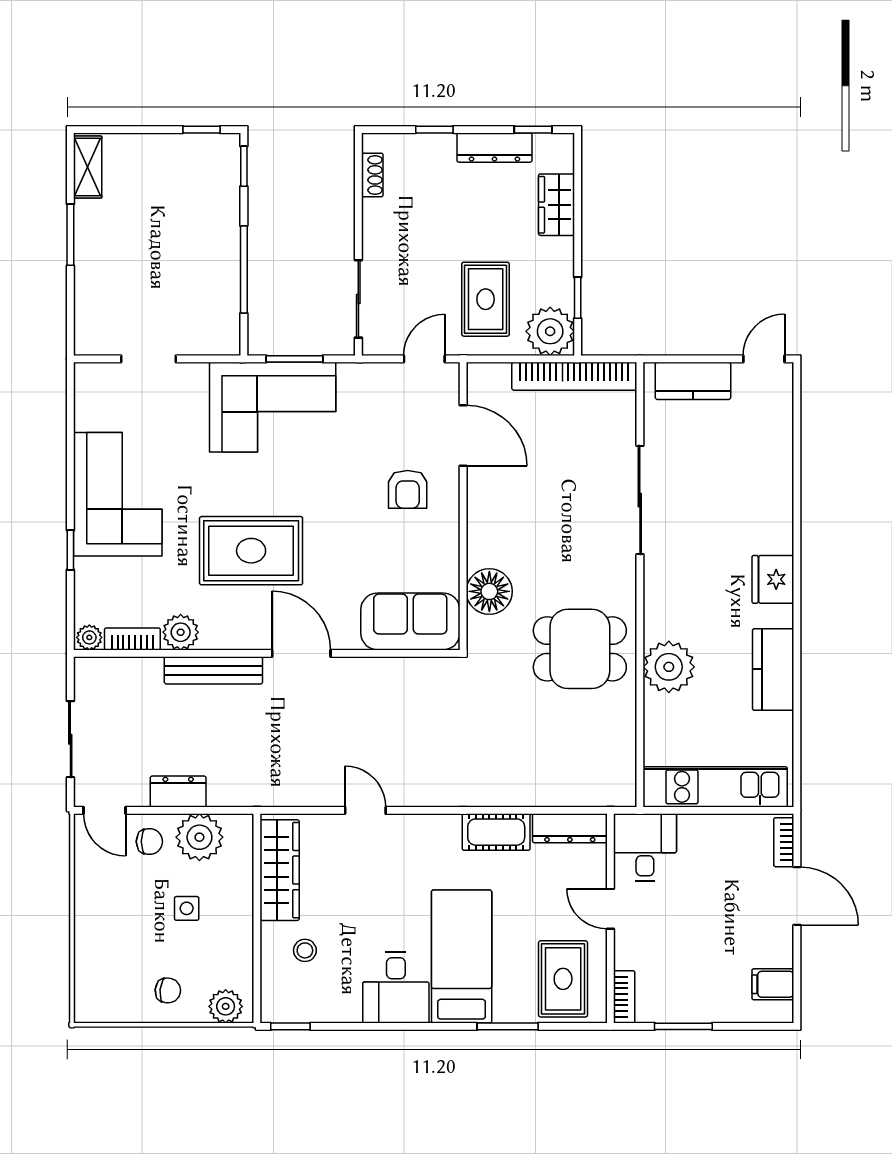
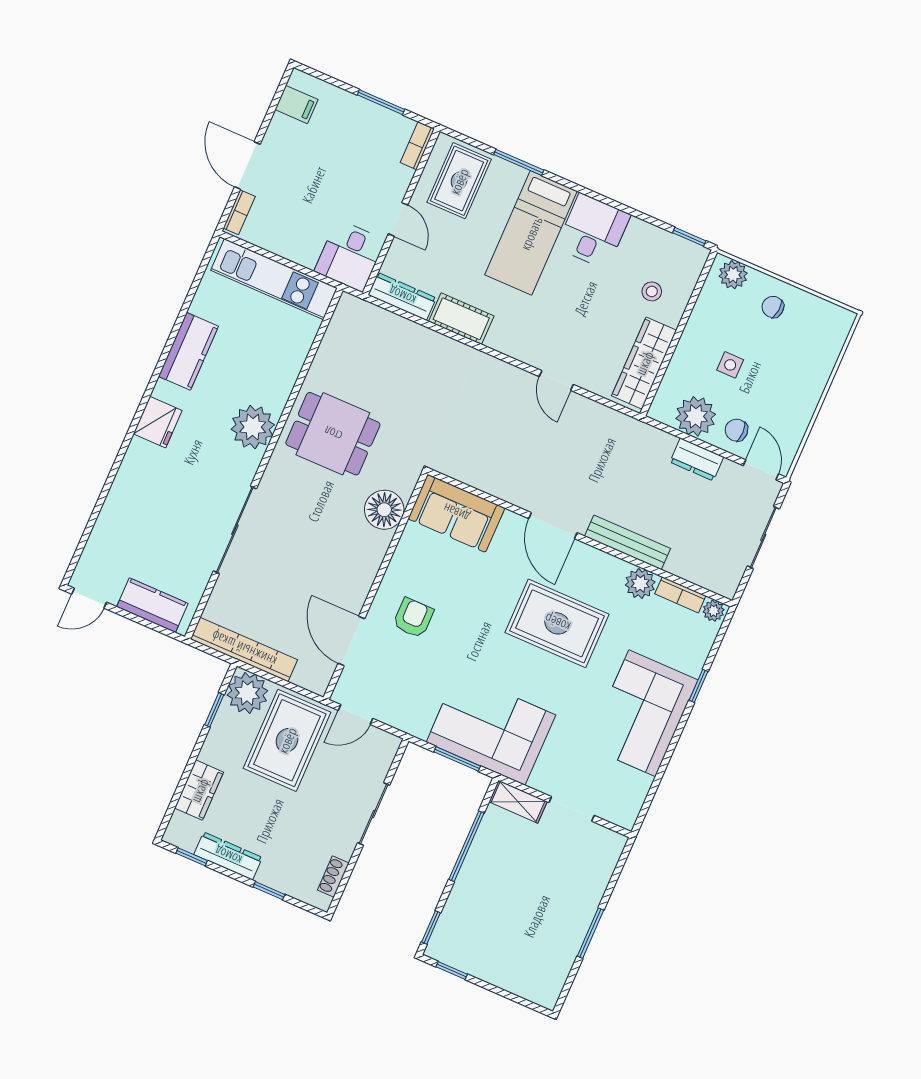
shelving: (88, 167) -> (518, 802), moved, turned 90
sliding door: (358, 299) -> (374, 814), moved
rug: (486, 299) -> (287, 740), width x1.36, depth x1.43
plant: (669, 667) -> (253, 427), moved

